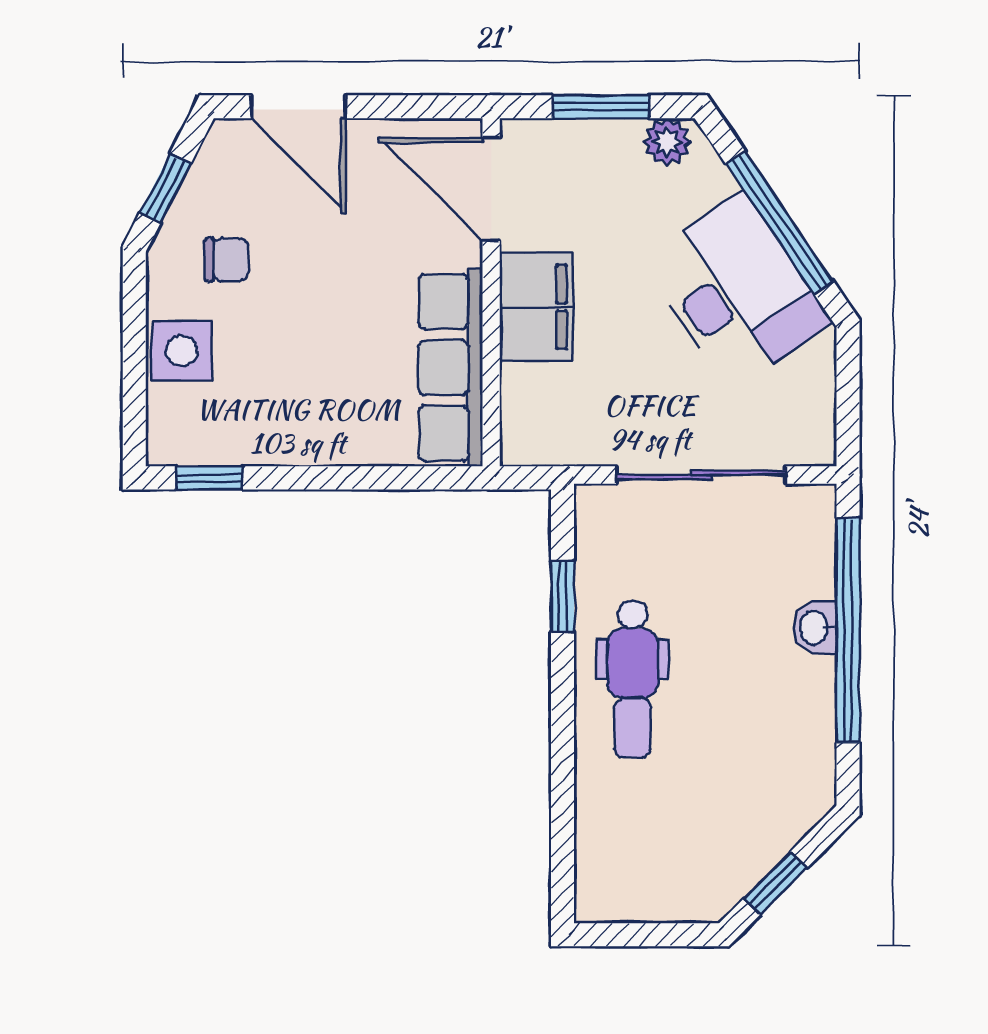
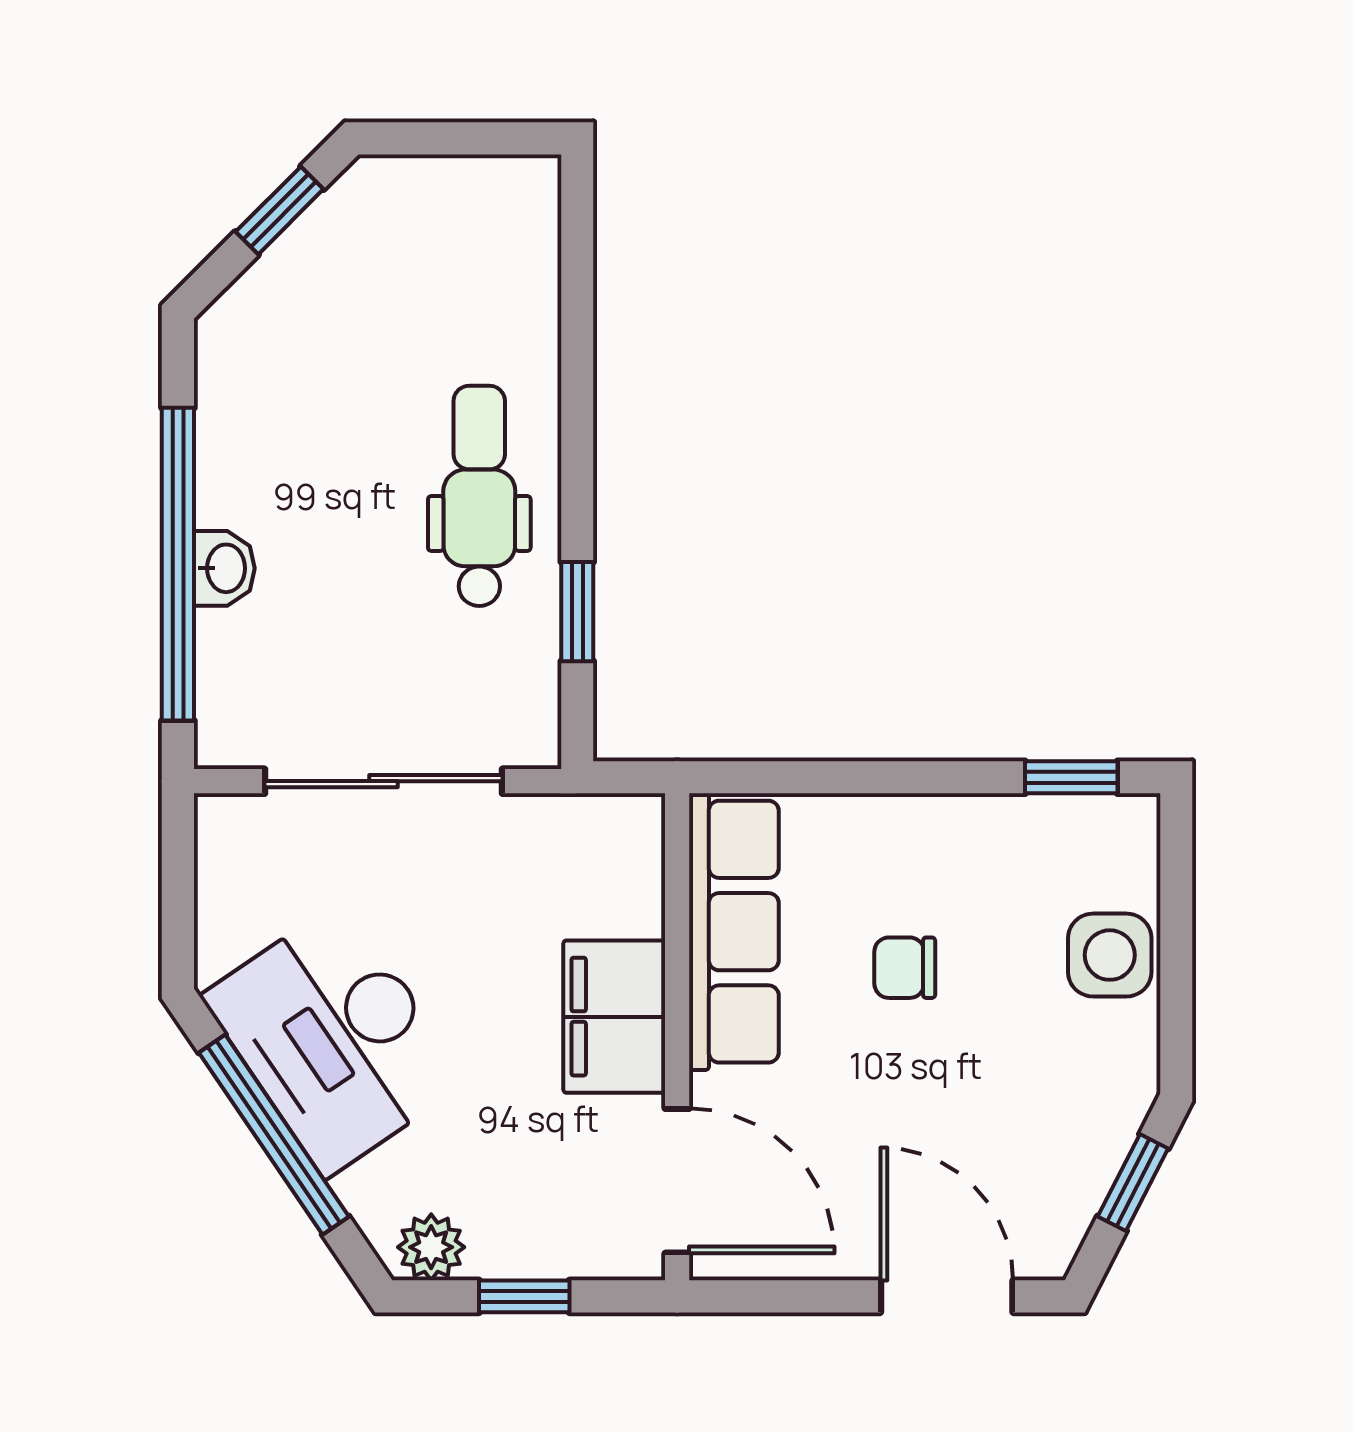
window: (600, 107) -> (524, 1296), width x0.67
chair: (226, 260) -> (905, 968), moved

